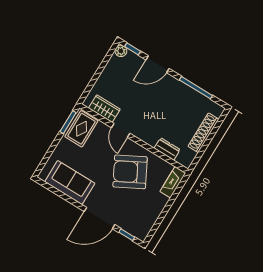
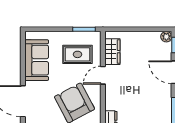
rug: (81, 129) -> (77, 54), moved

